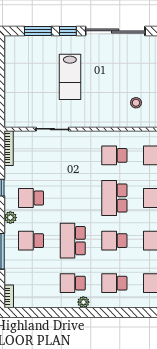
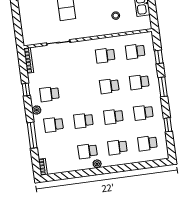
school desk: (114, 198) -> (109, 86), width x0.54
school desk: (73, 241) -> (83, 121), width x0.54

